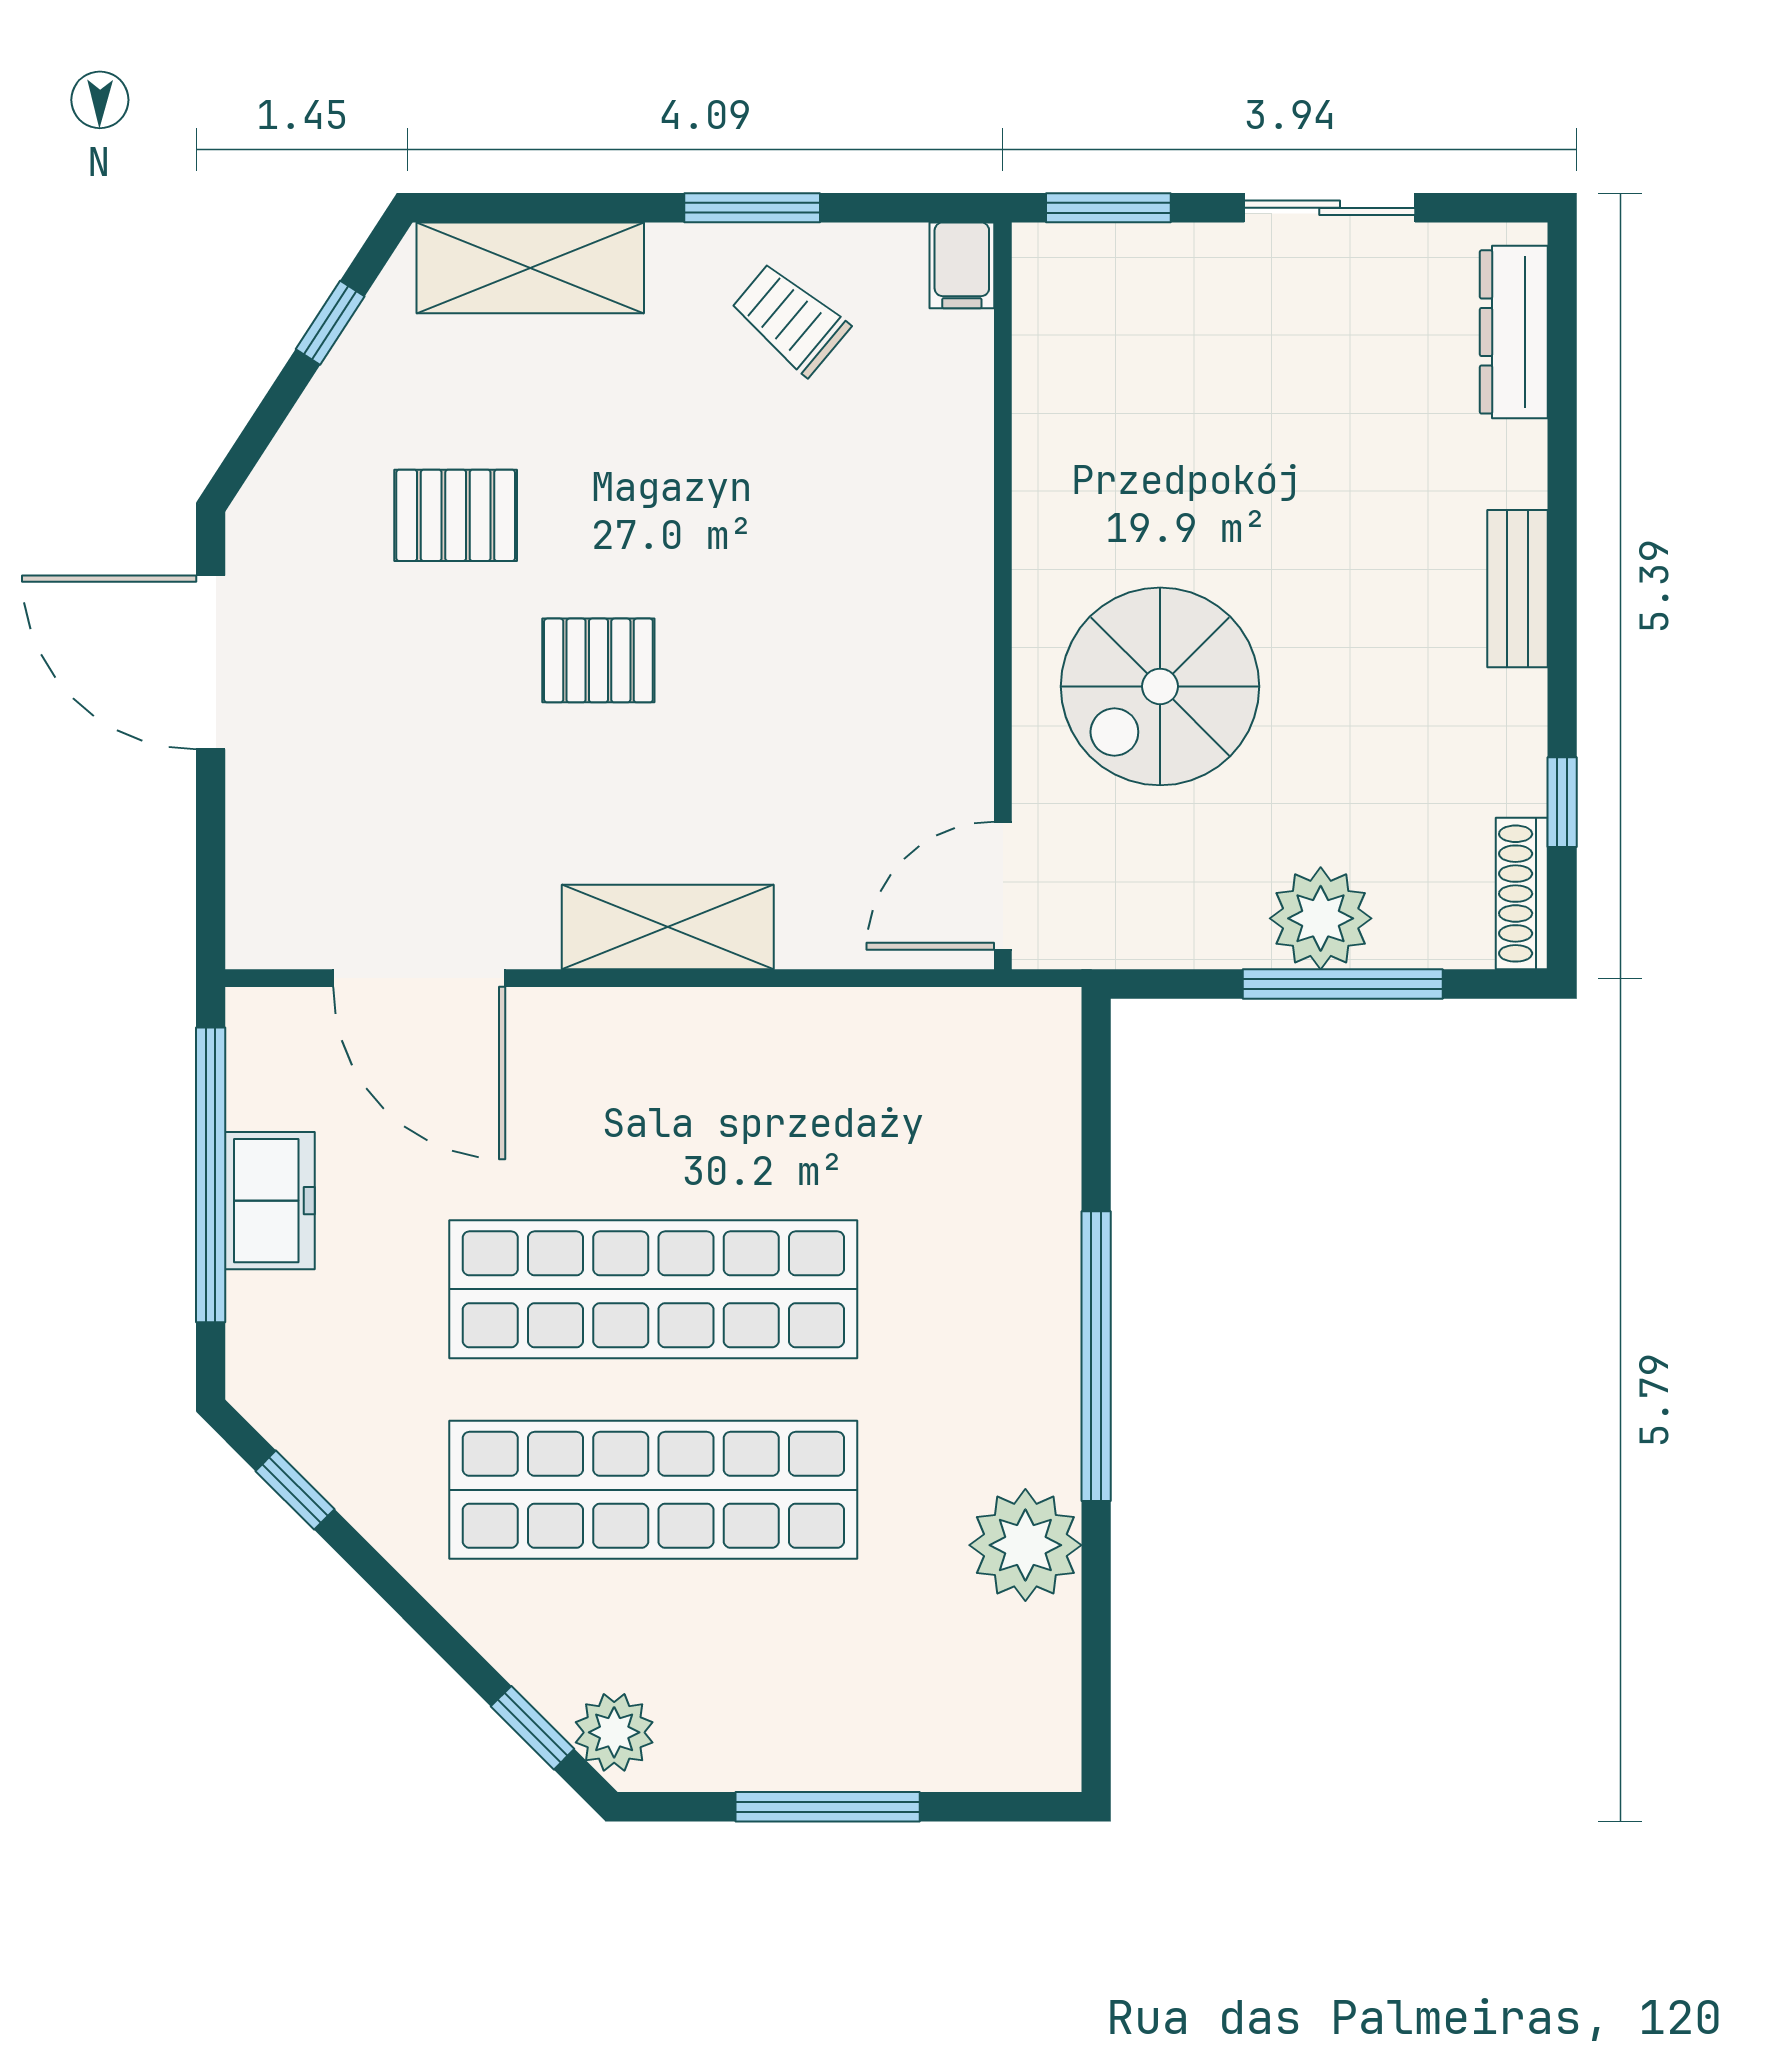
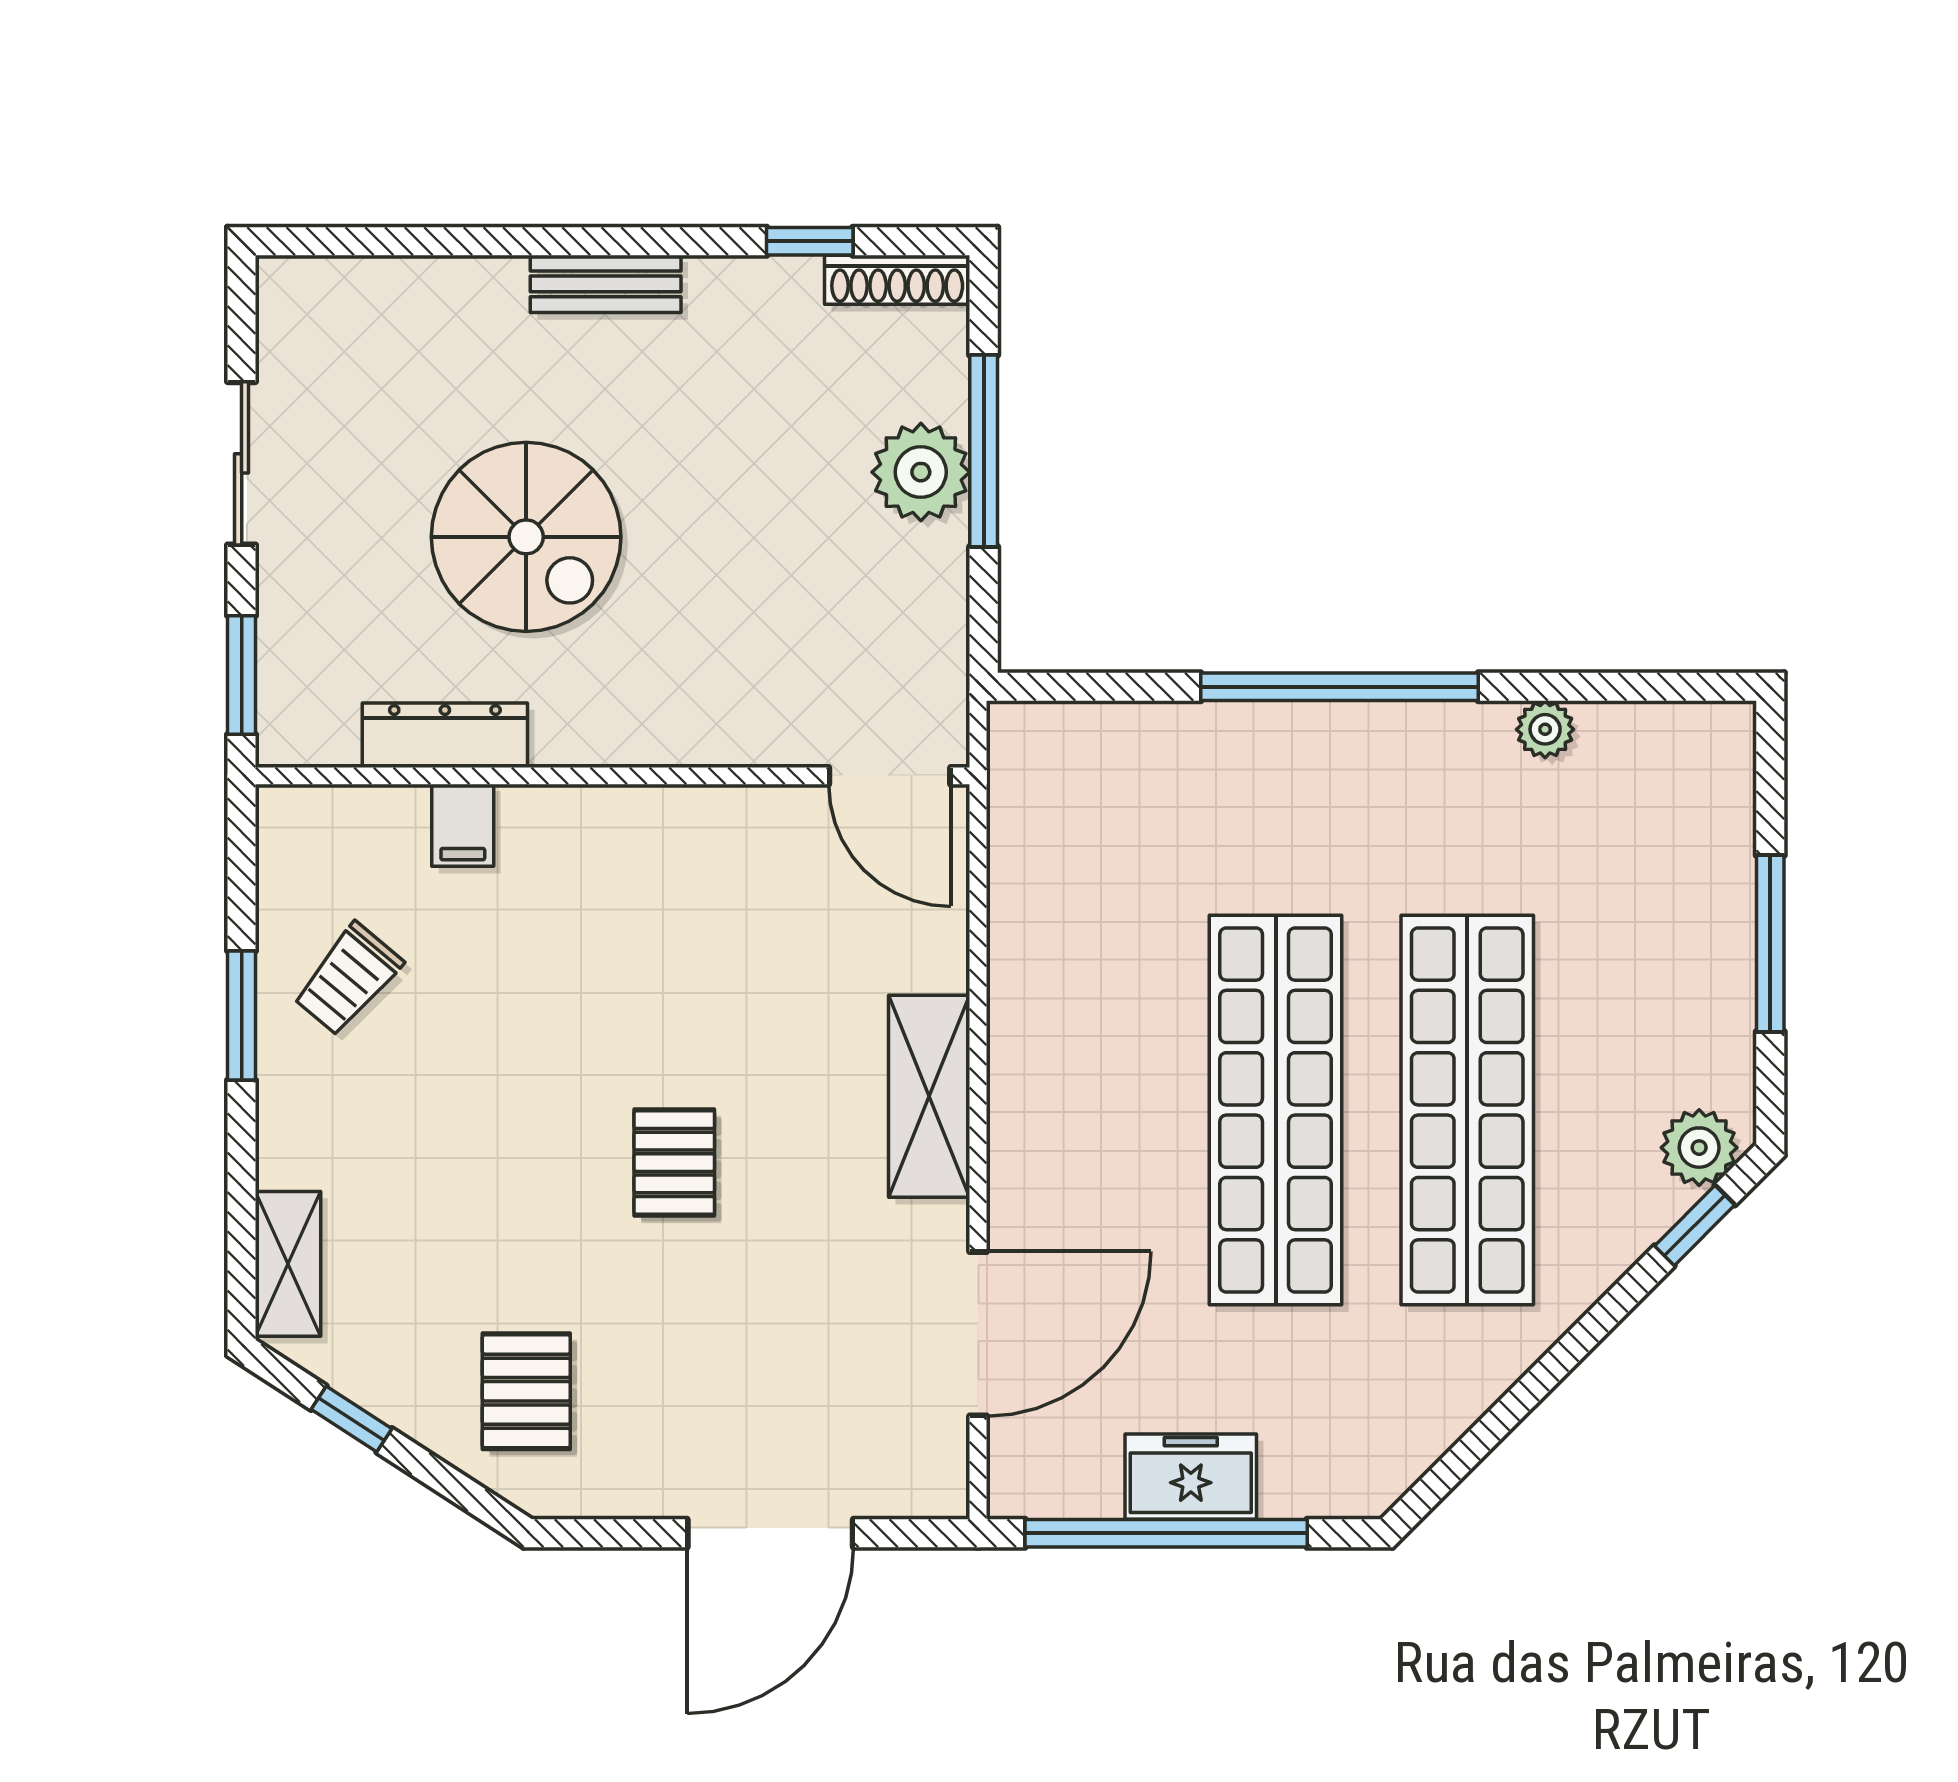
filing cabinet: (962, 265) -> (463, 825), moved, turned 90
shelving: (530, 268) -> (288, 1264), width x0.67, depth x0.75
dresser: (1514, 332) -> (445, 735), moved, turned 180
pallet: (456, 515) -> (526, 1391), moved
door: (211, 662) -> (770, 1533), moved
spiral stairs: (1160, 686) -> (526, 537), moved
window: (295, 1490) -> (1467, 1453), removed
plant: (1025, 1545) -> (1545, 729), width x0.53, depth x0.53

